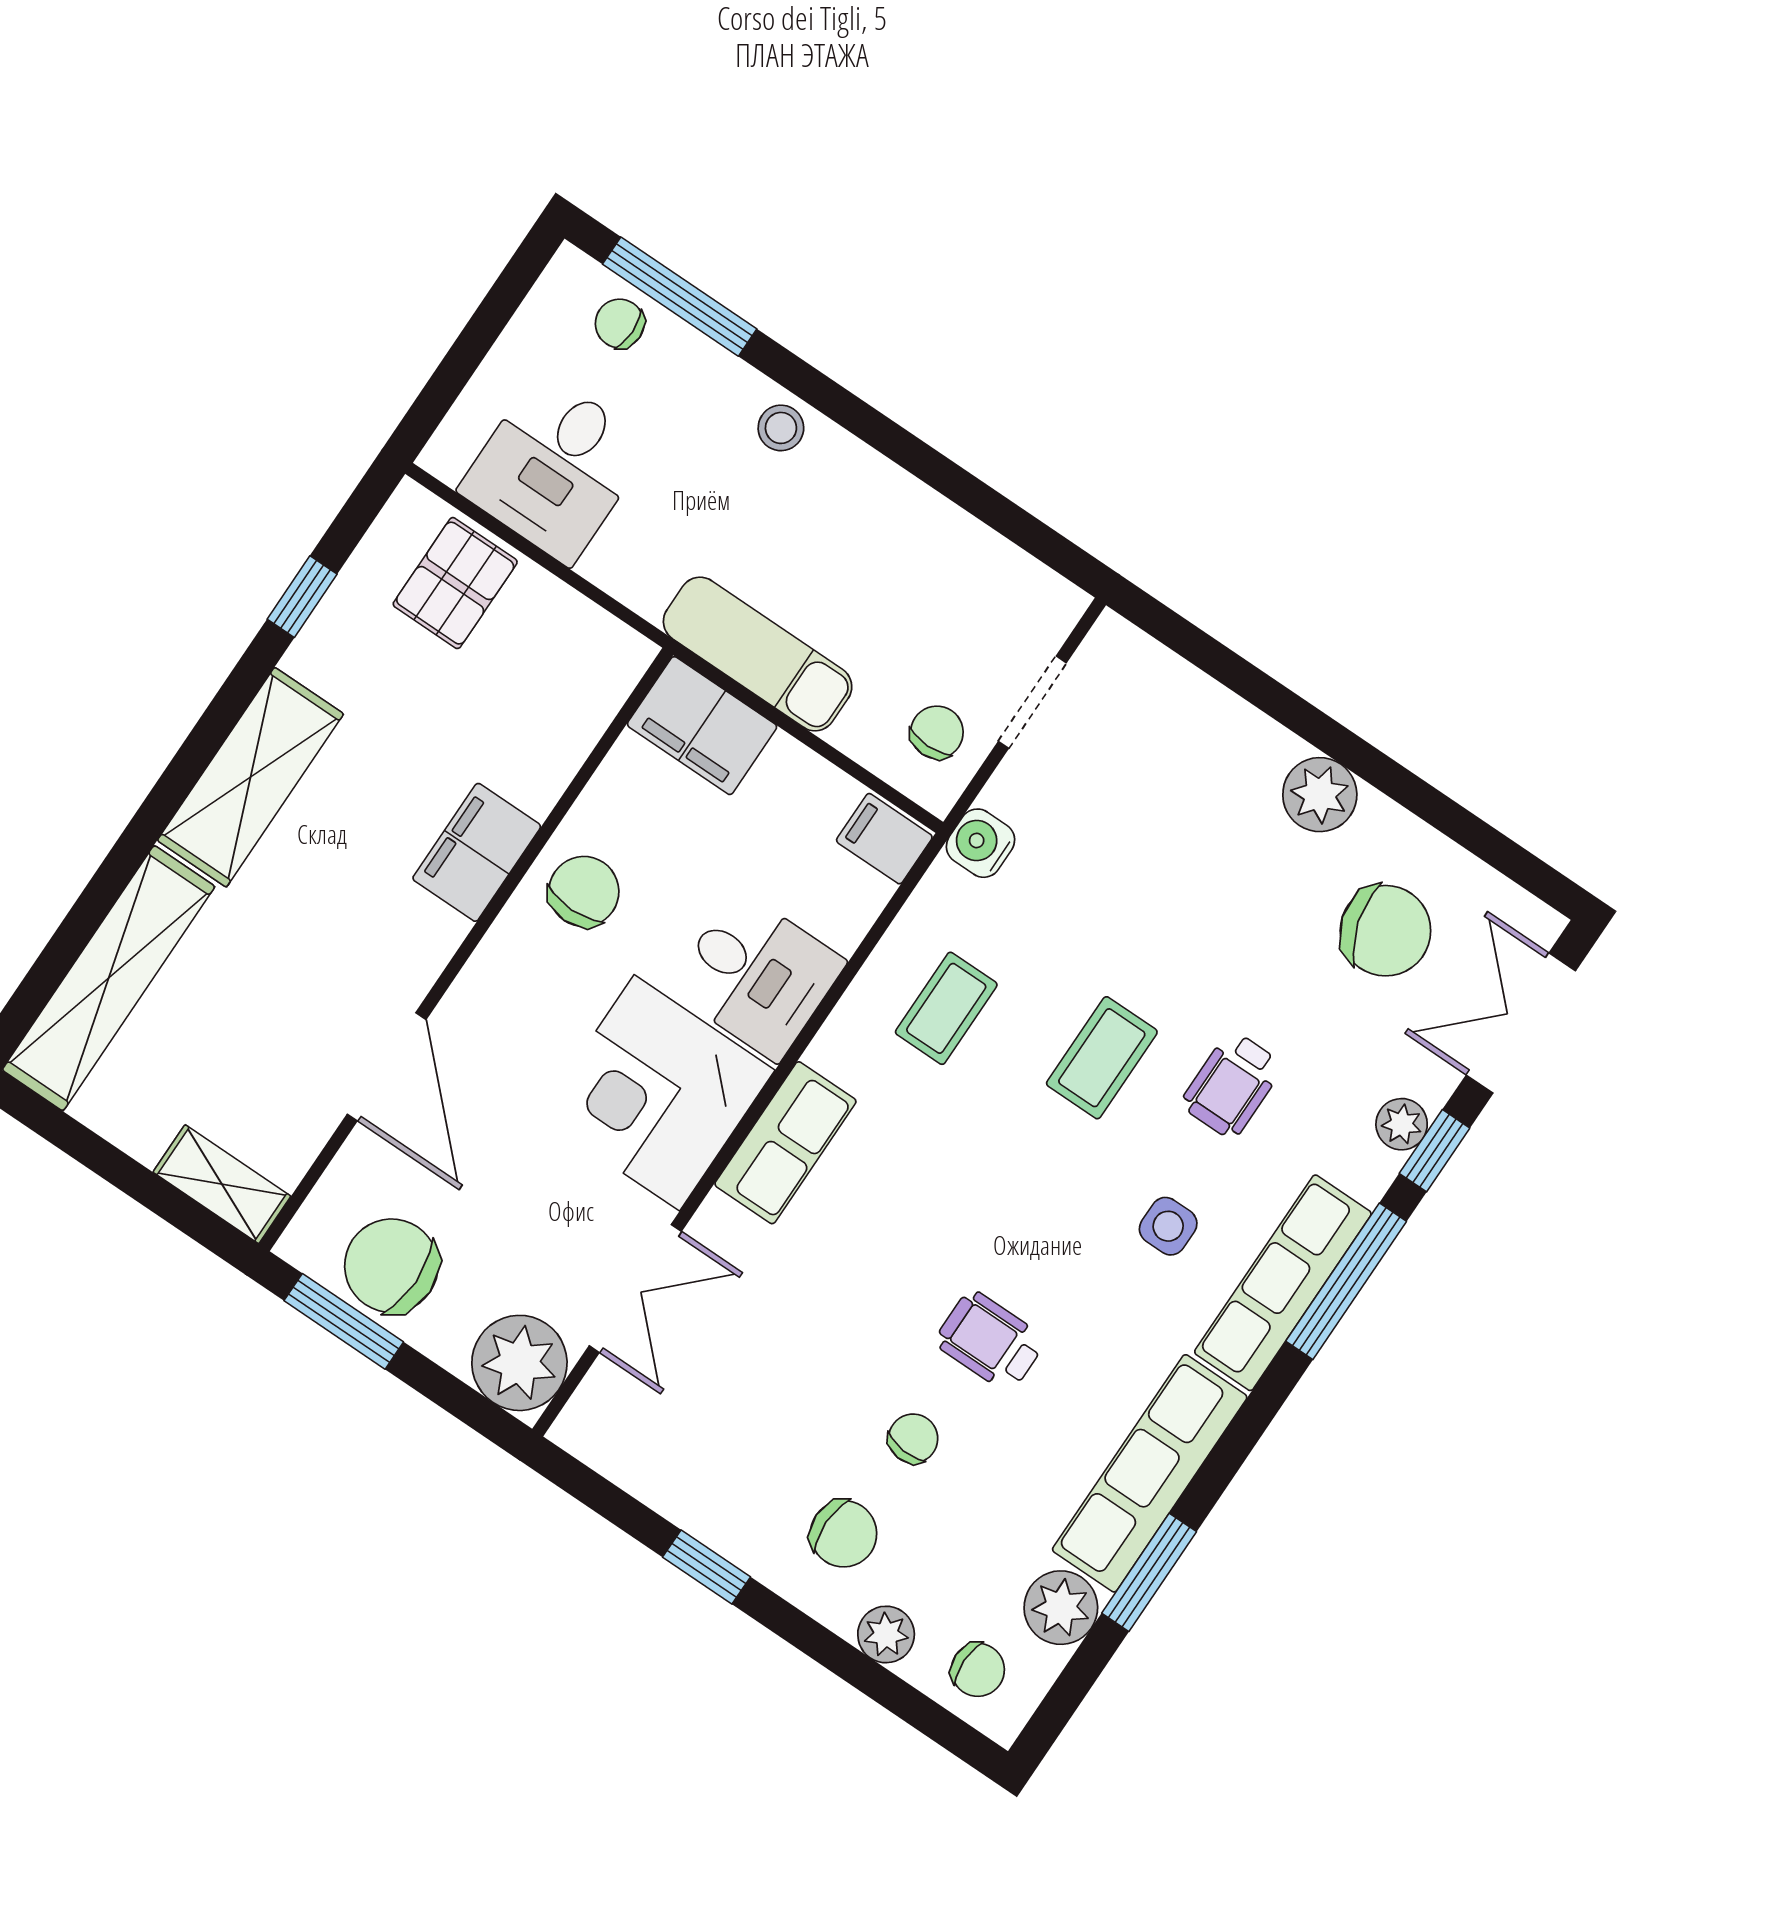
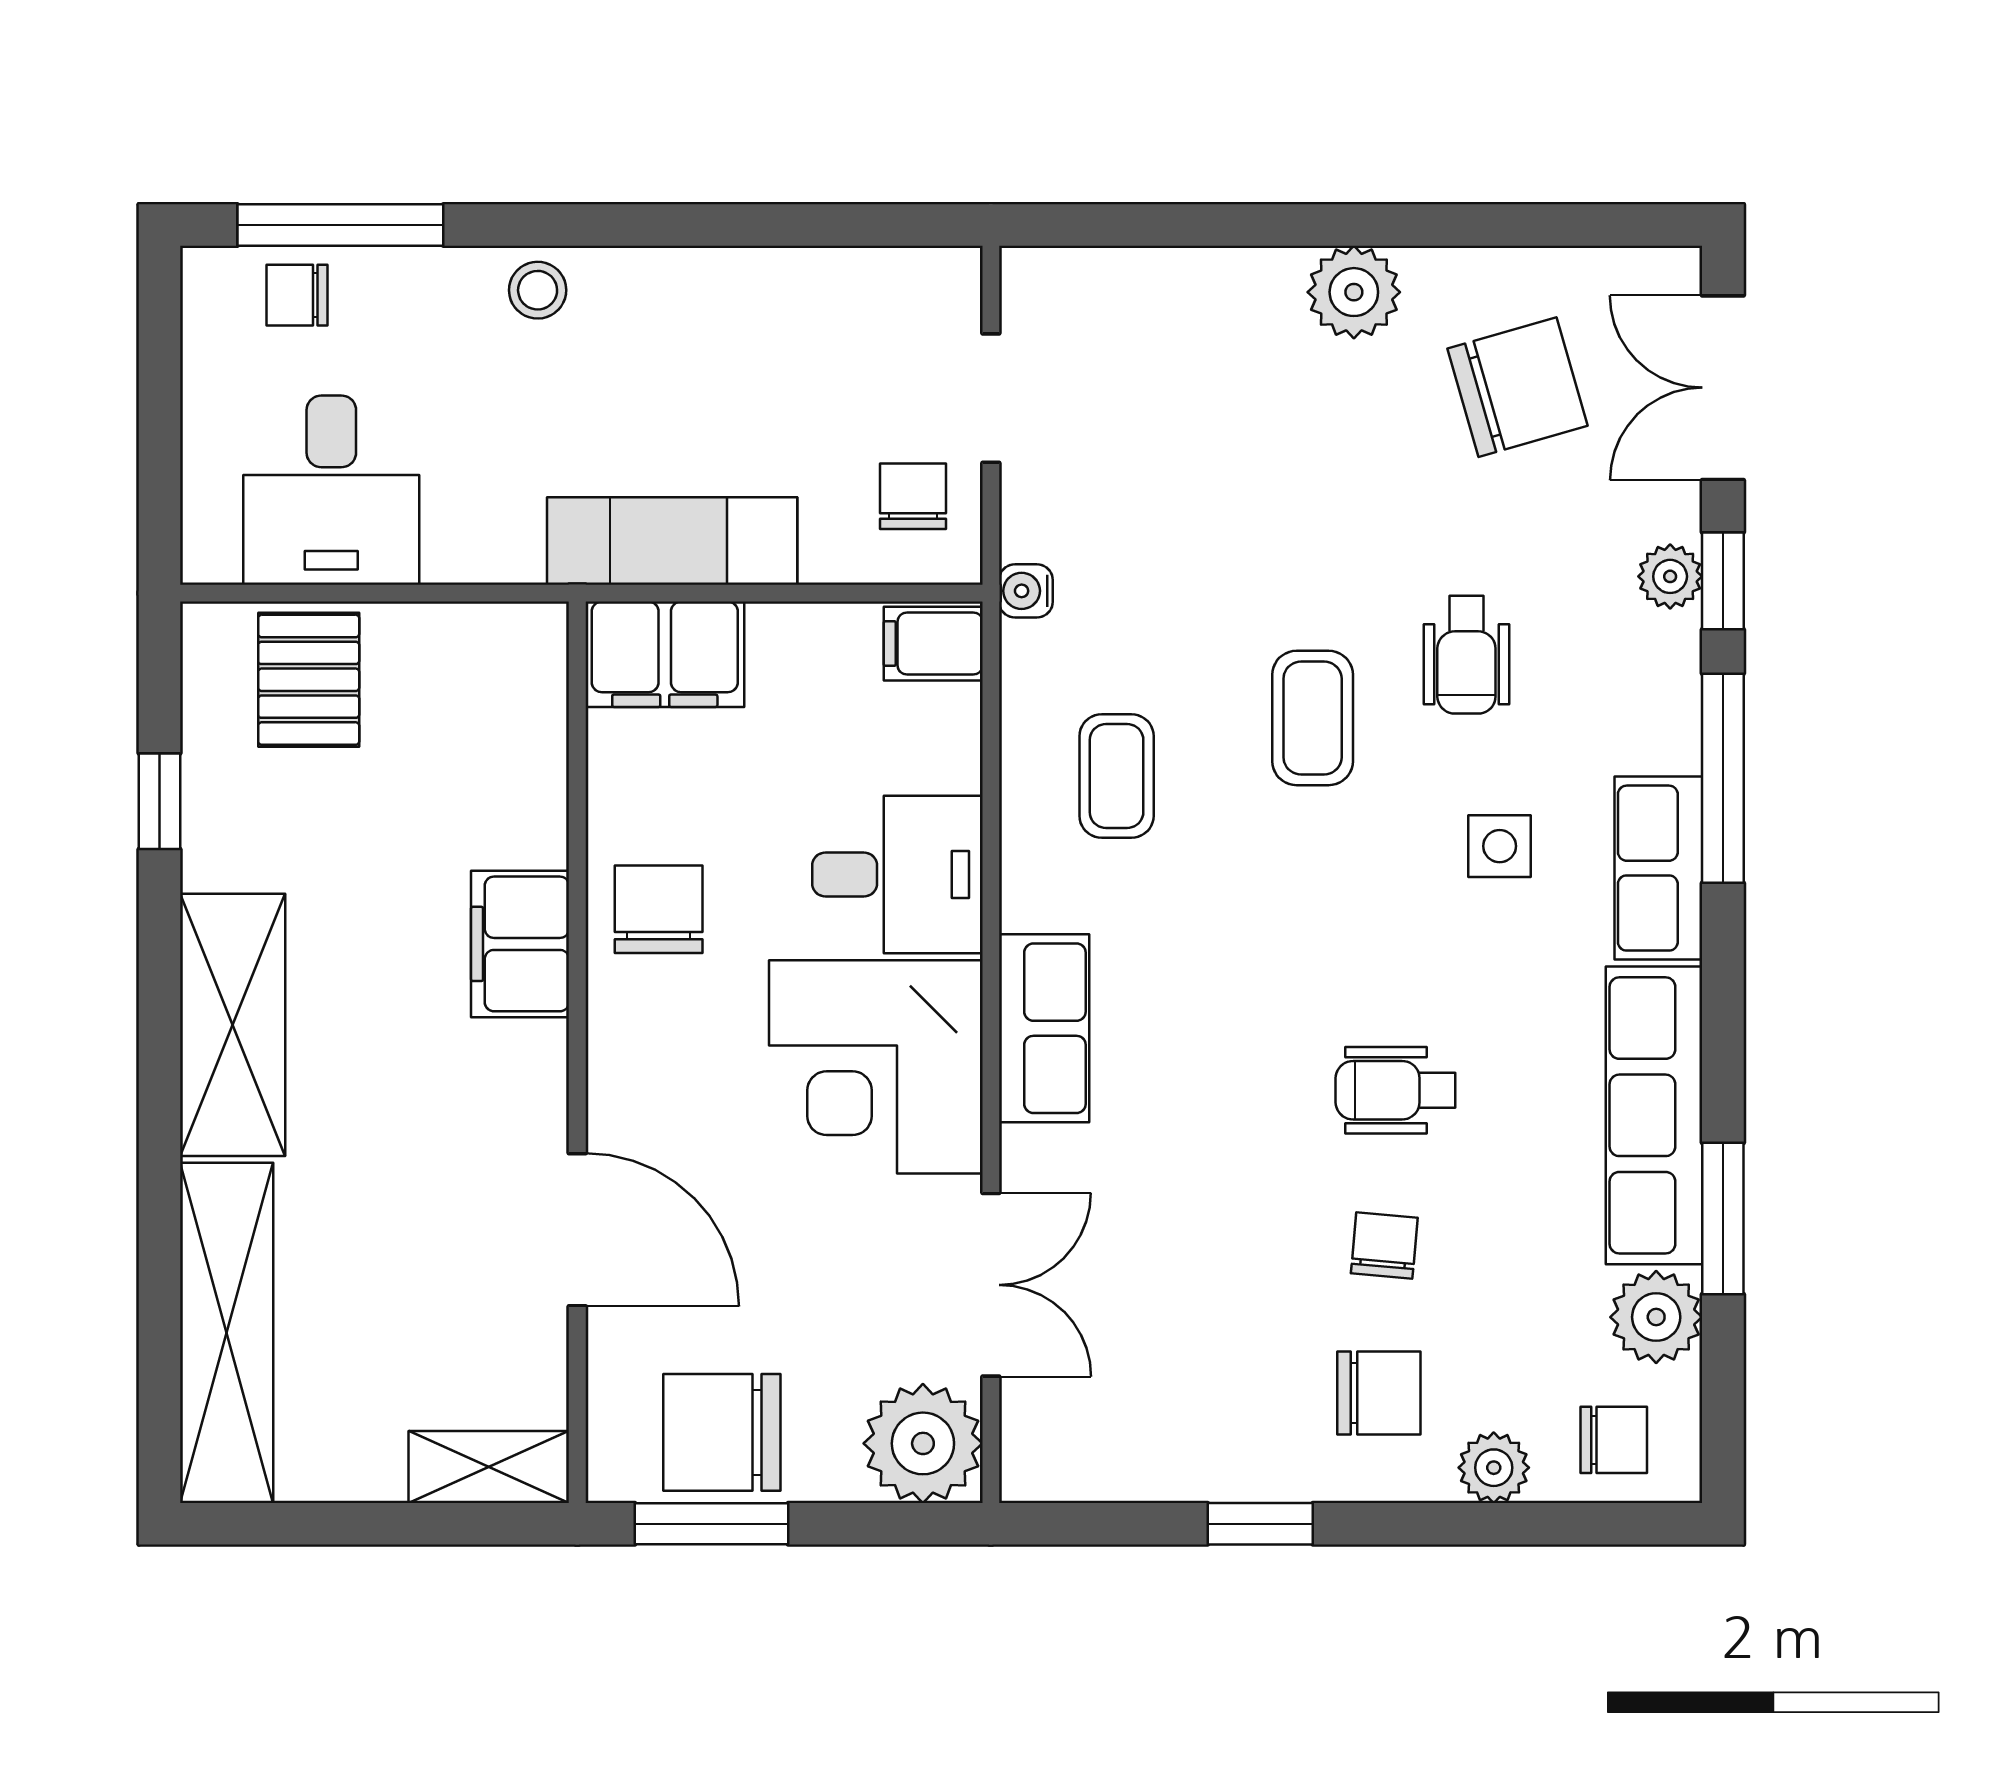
water cooler: (980, 843) -> (1026, 591), width x0.72, depth x0.72
row of seats: (1283, 1283) -> (1658, 868), width x0.68

